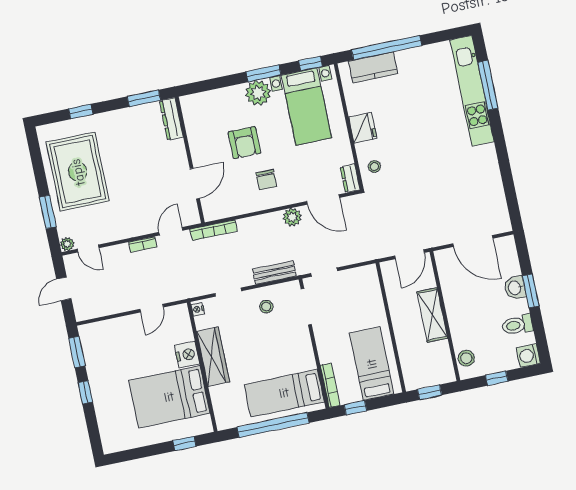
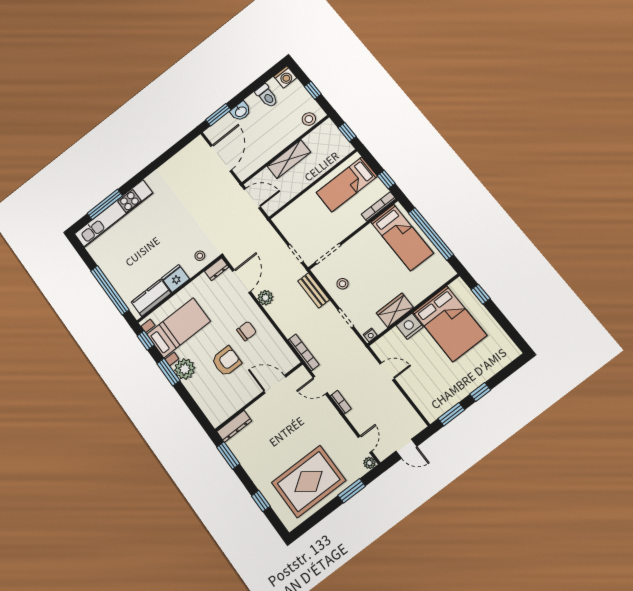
kitchen counter: (373, 68) -> (151, 298), moved, turned -90
window: (531, 291) -> (218, 115), moved
wardrobe: (213, 357) -> (395, 310), width x0.67

